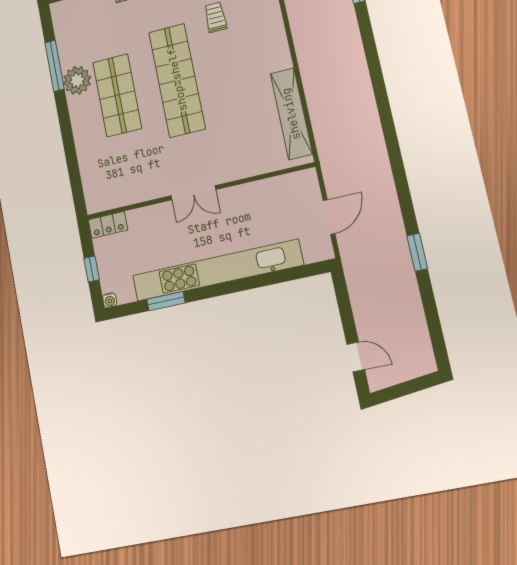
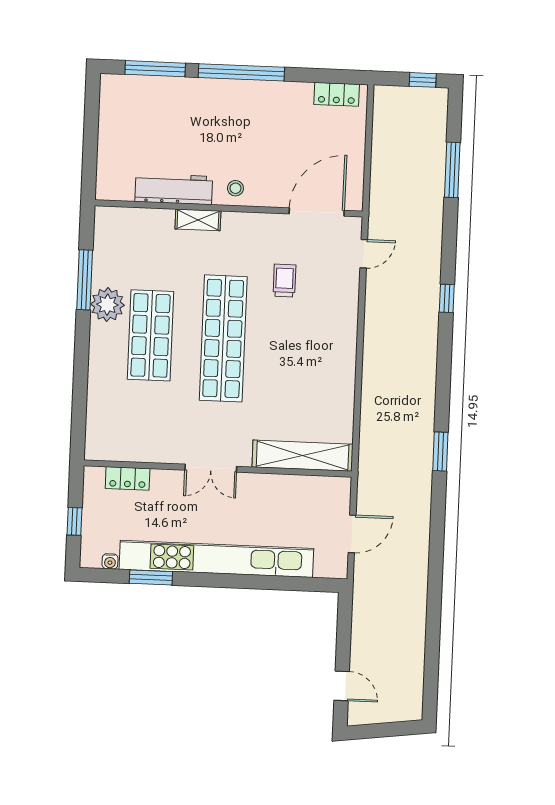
shelving: (291, 114) -> (303, 456), moved, turned 90
locker: (108, 225) -> (128, 478), moved
window: (417, 252) -> (440, 452), moved
water cooler: (110, 300) -> (110, 561), moved

